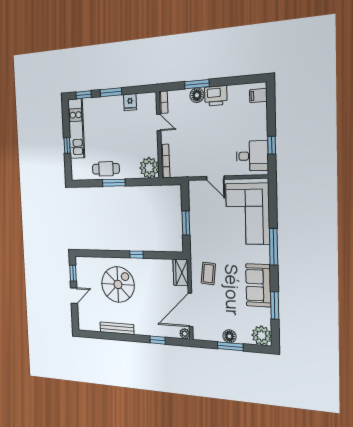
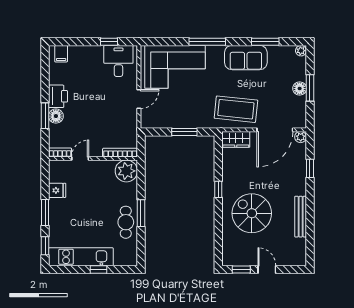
coffee table: (208, 273) -> (236, 109), width x1.86, depth x1.72
door: (190, 310) -> (275, 130), hinge flipped
plant: (262, 336) -> (301, 51), width x0.53, depth x0.53

